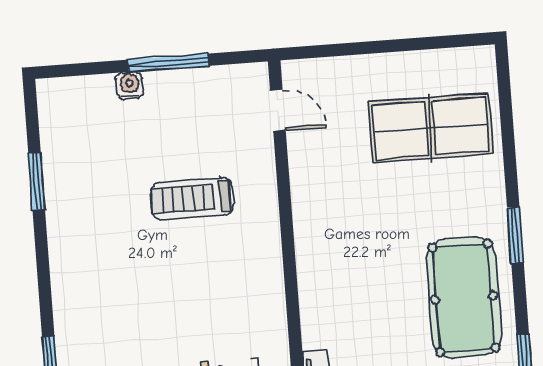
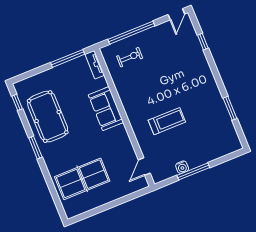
water cooler: (130, 85) -> (182, 167), moved
door: (278, 110) -> (144, 167), hinge flipped
sofa: (324, 273) -> (106, 109), added

